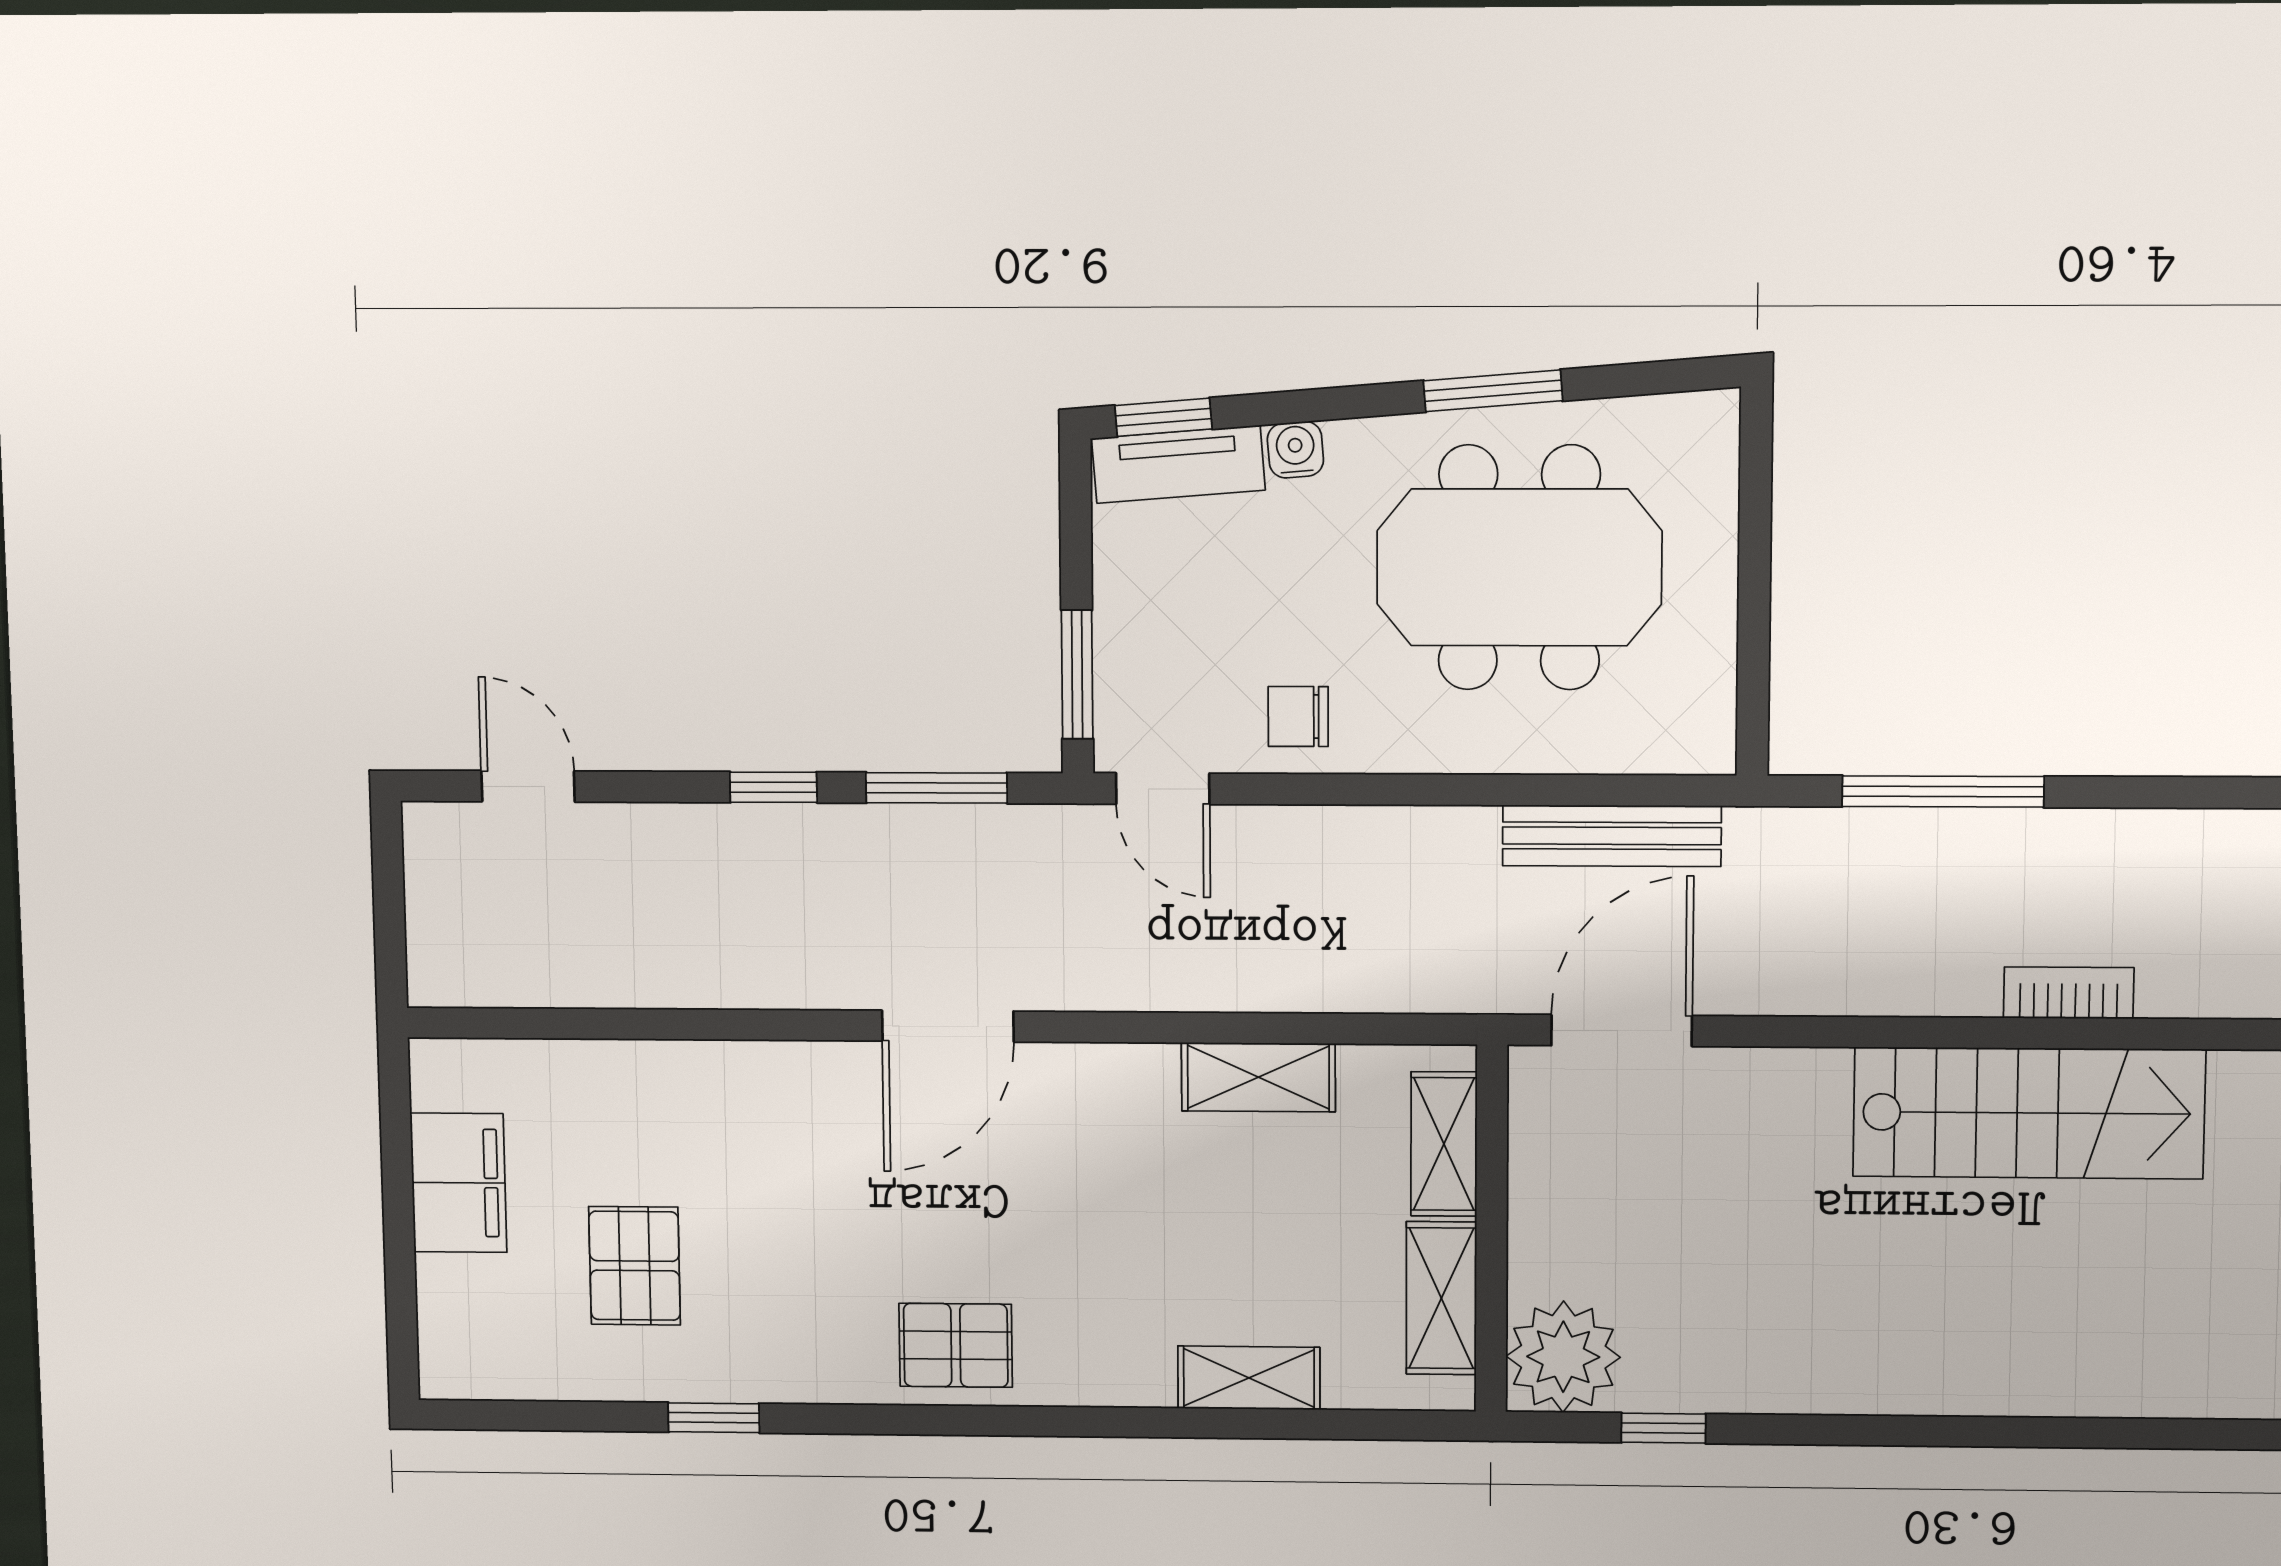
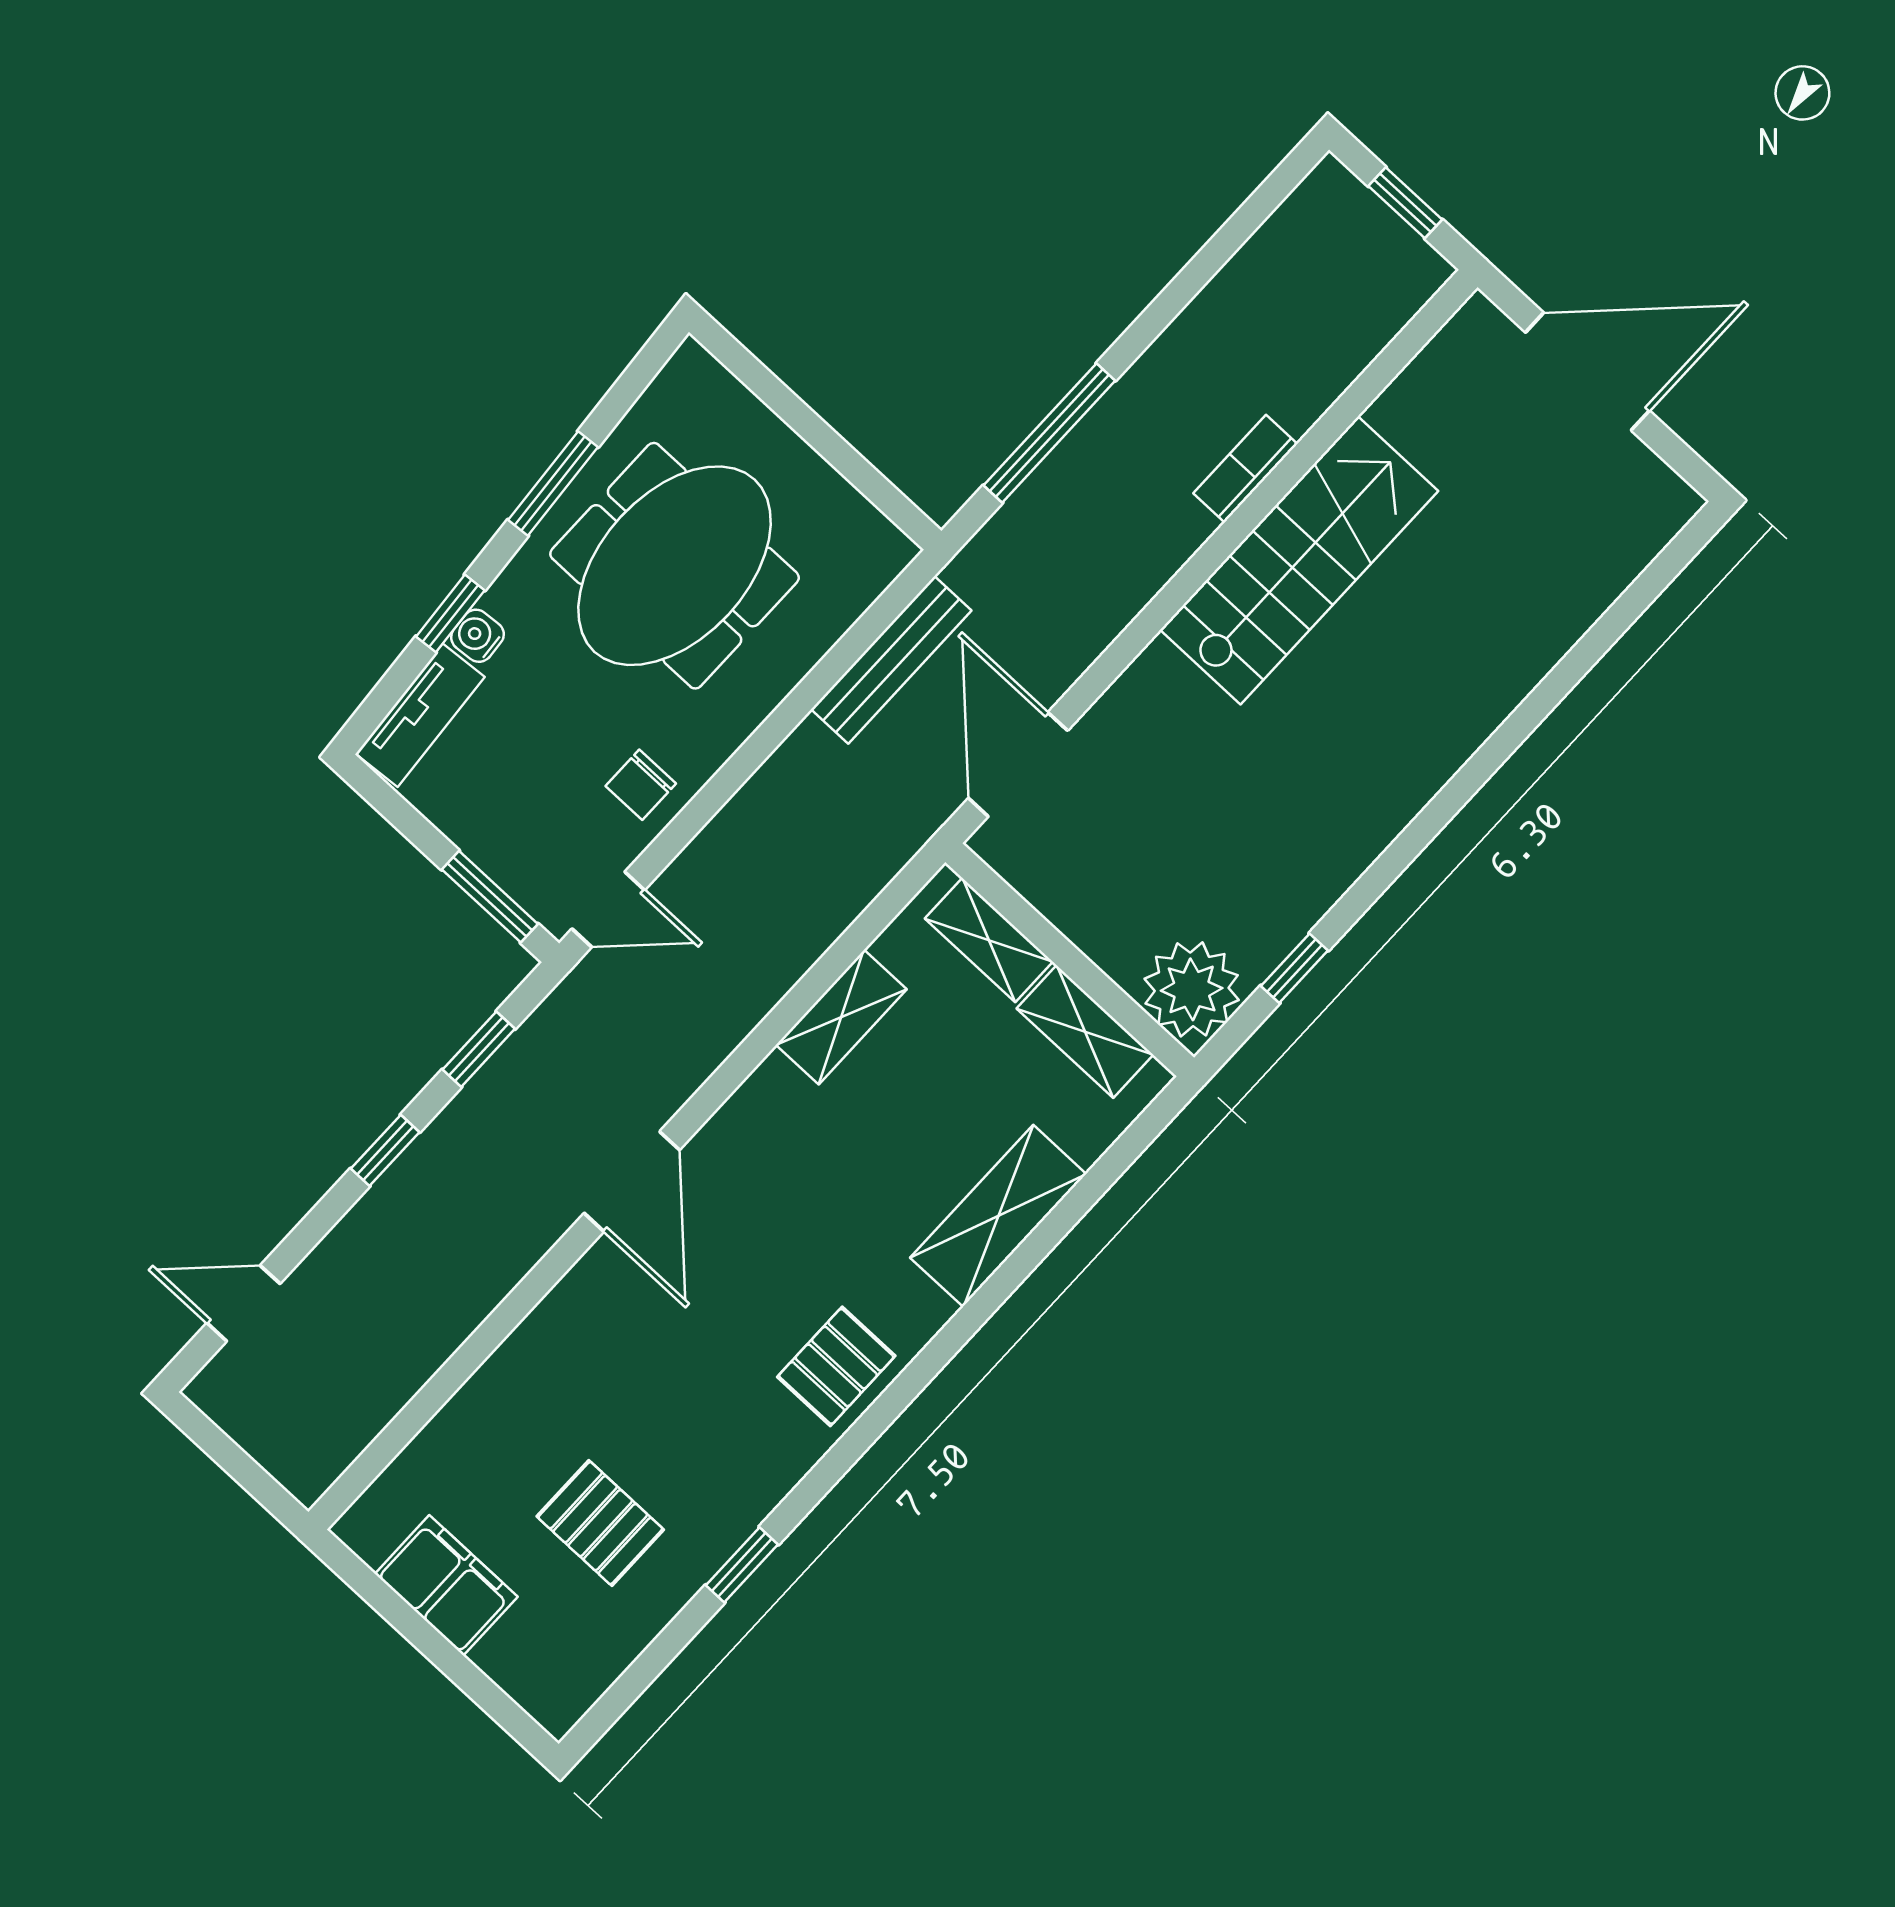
window: (1163, 417) -> (450, 613), moved
window: (936, 788) -> (479, 1049), width x0.67
shelving: (1249, 1378) -> (998, 1216), width x1.50, depth x1.33

